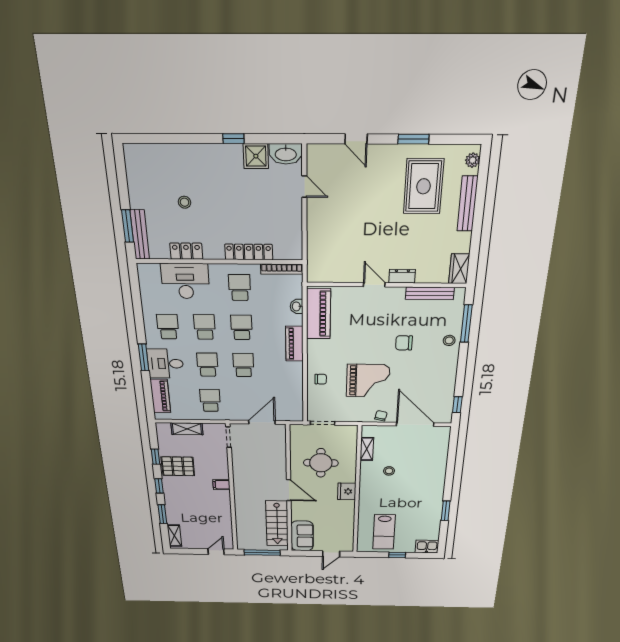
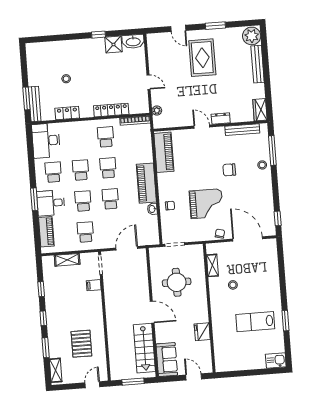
plant: (473, 160) -> (252, 36), width x1.87, depth x1.87
rug: (423, 186) -> (202, 58), moved
door: (304, 187) -> (149, 82), moved
plant: (313, 258) -> (157, 110), added
desk: (185, 281) -> (46, 141), moved, turned -90
washbasin: (297, 306) -> (152, 209), moved
piano: (294, 344) -> (146, 183), width x1.37, depth x1.33
pallet: (178, 466) -> (81, 344), moved, turned 90
filing cabinet: (221, 485) -> (94, 285), moved
fridge: (347, 491) -> (202, 332), moved
lab bench: (384, 532) -> (255, 322), moved, turned 90
window: (262, 553) -> (133, 382), width x0.69
door: (331, 554) -> (194, 377), swing flipped
window: (397, 555) -> (251, 373), removed

